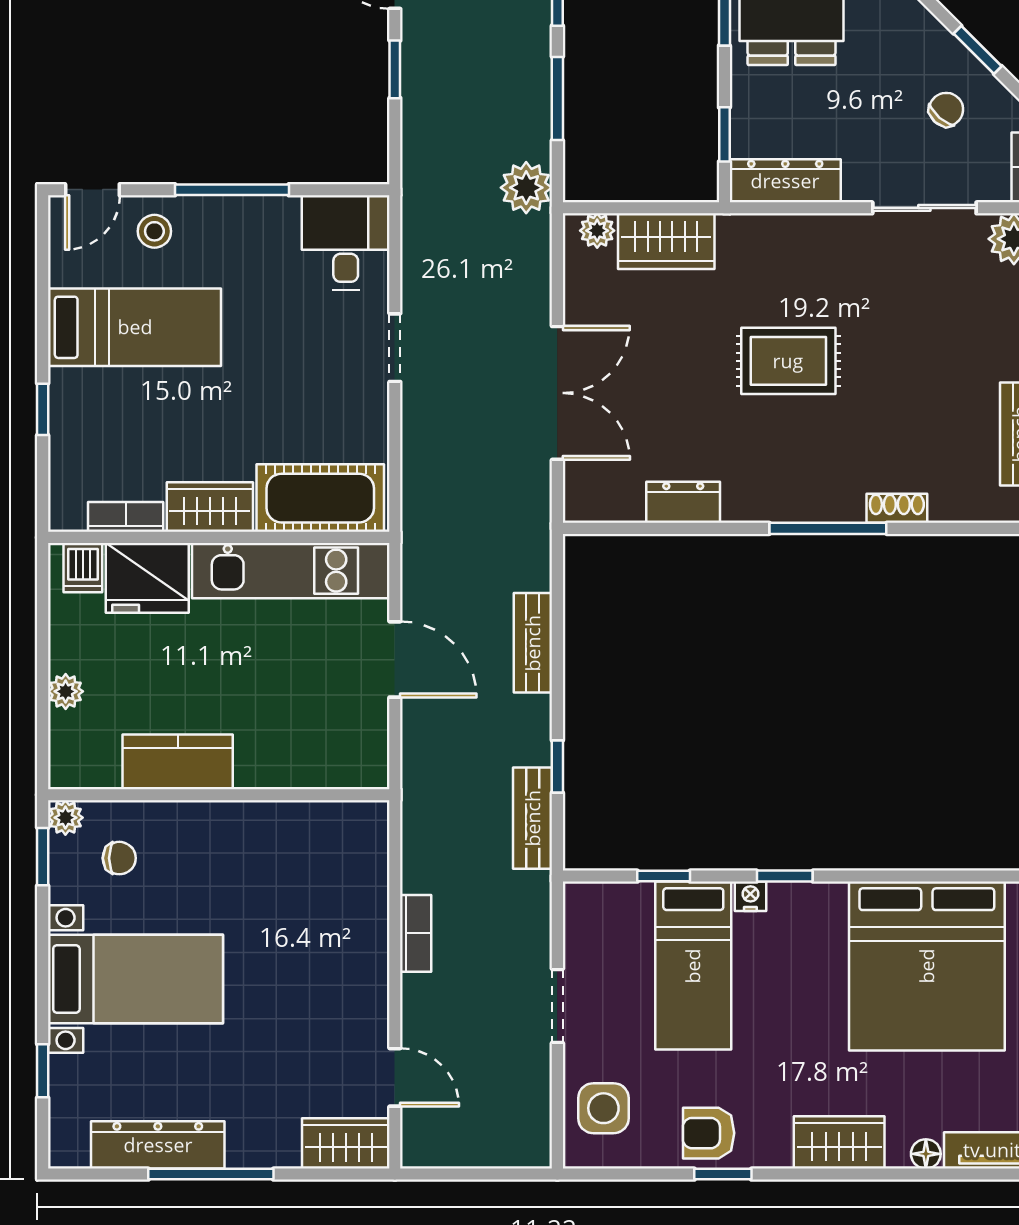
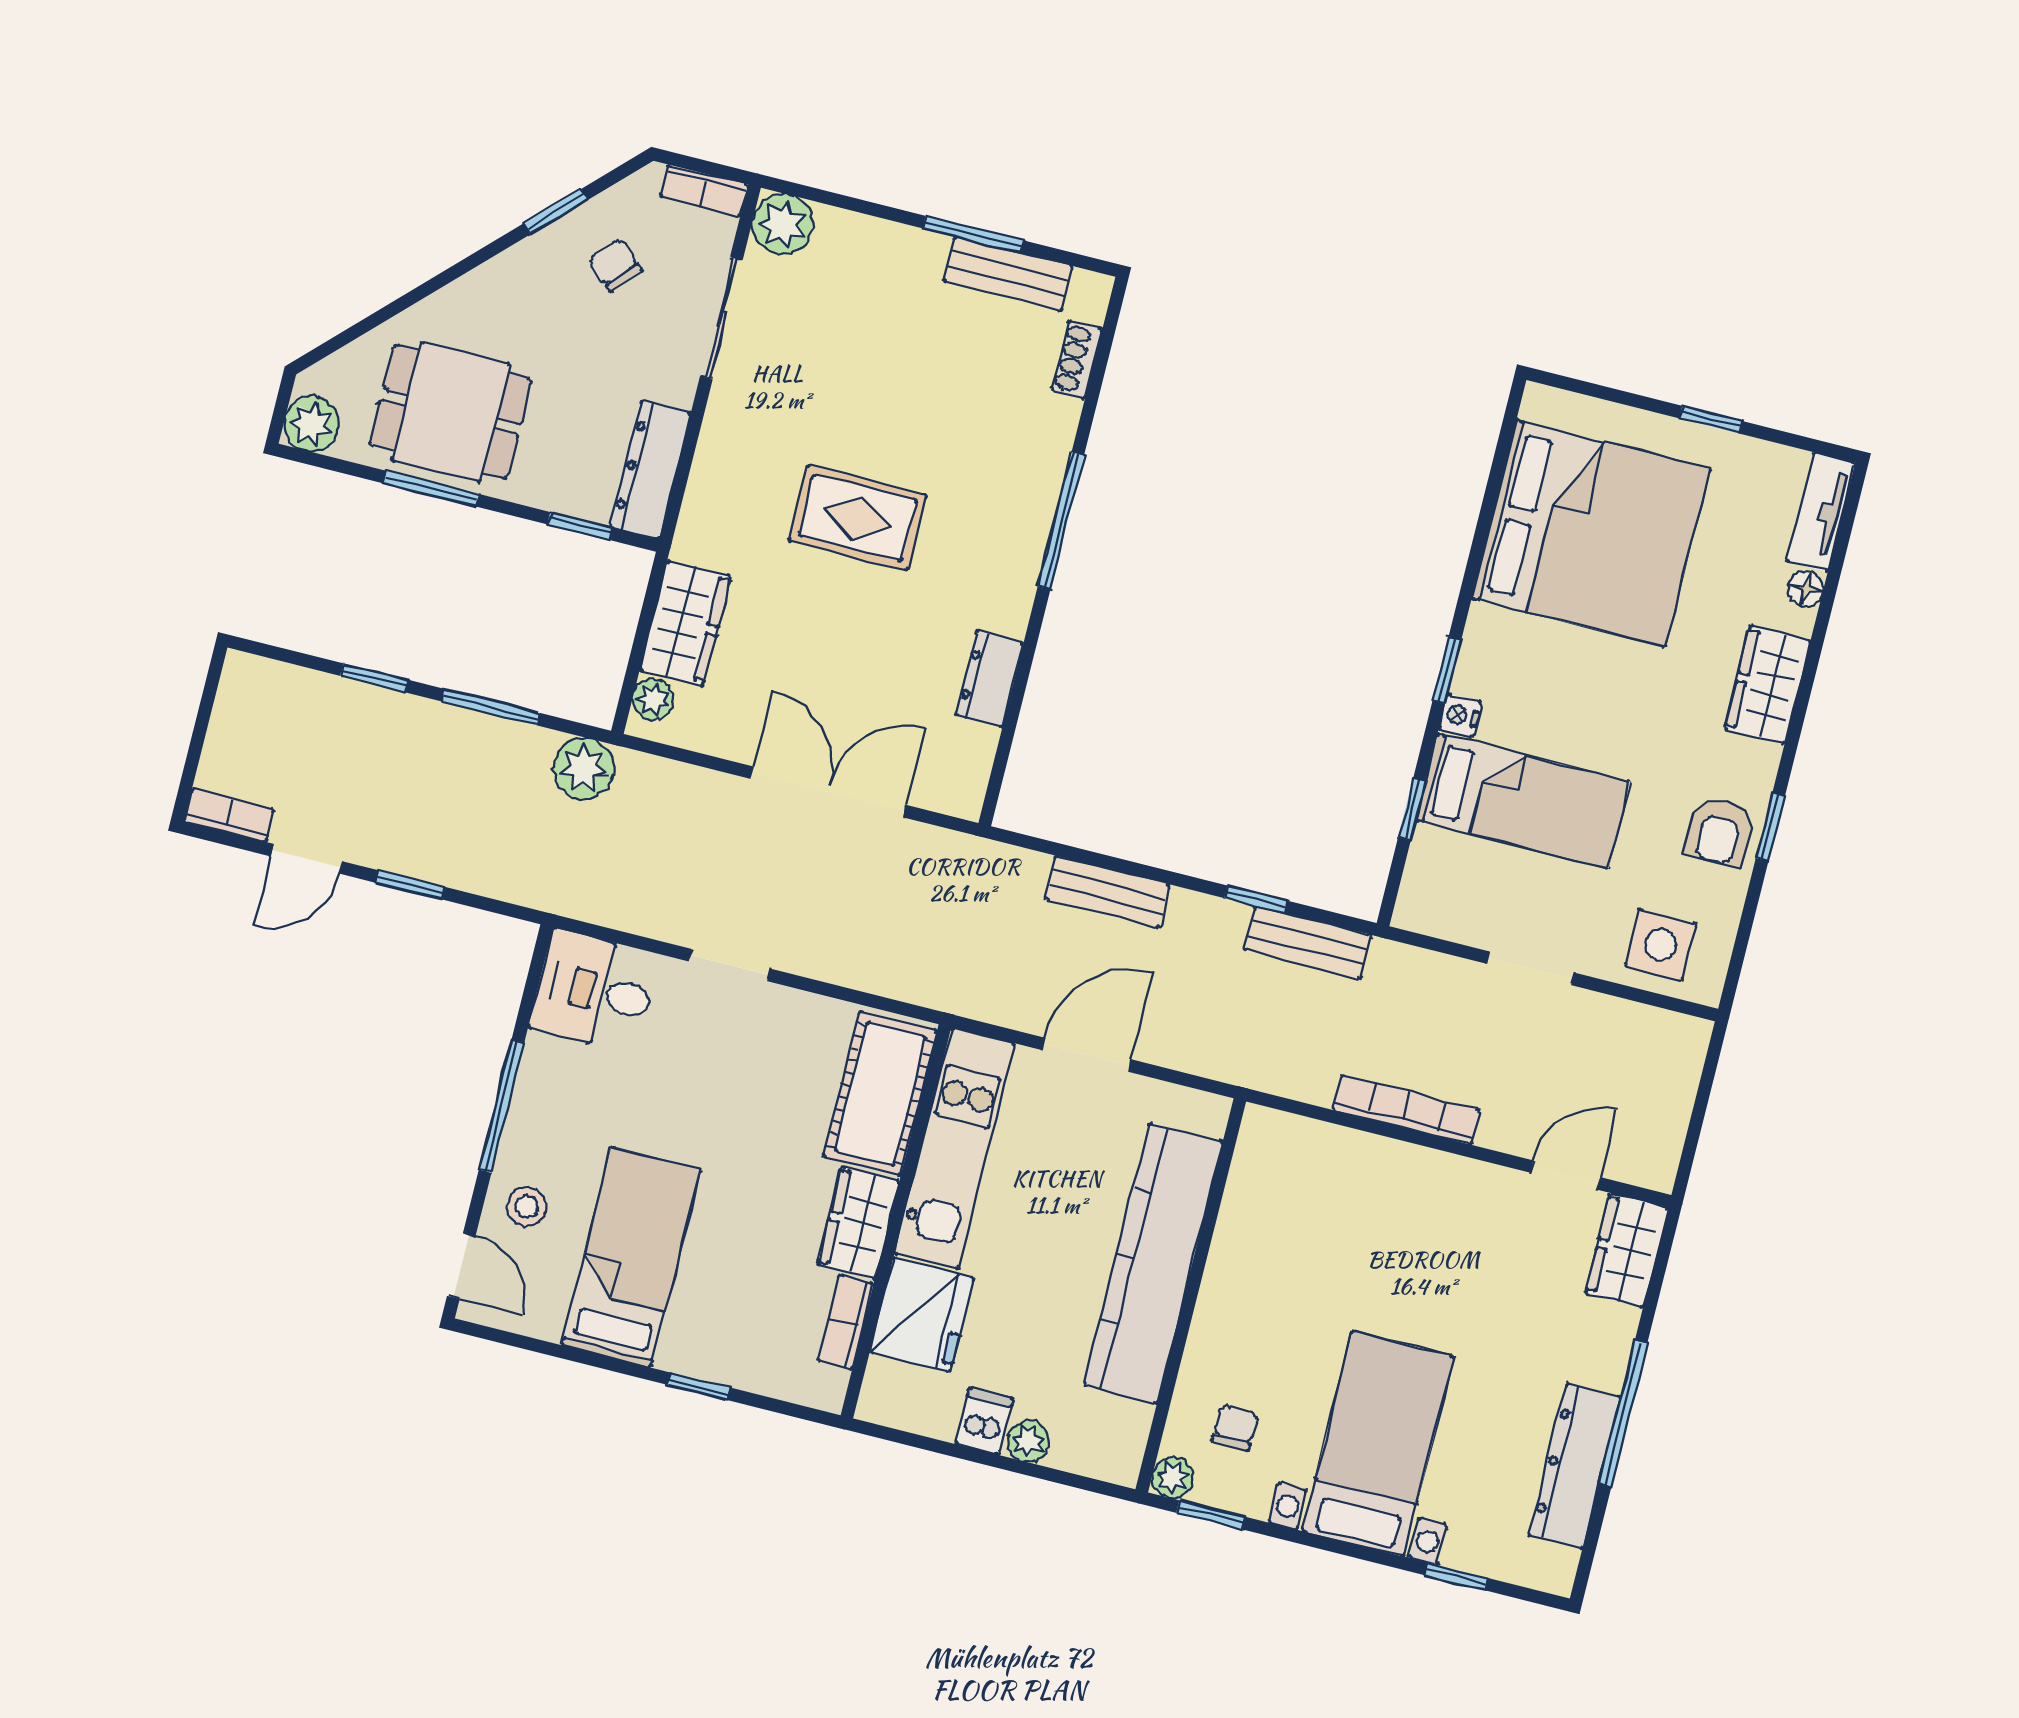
rug: (788, 361) -> (858, 518), turned 90
shoe rack: (897, 508) -> (1077, 359), moved
dishwasher: (83, 568) -> (984, 1421), moved, turned -90
kitchen counter: (178, 762) -> (1153, 1263), width x2.08, depth x1.17
bookcase: (416, 933) -> (1406, 1110), width x1.56

